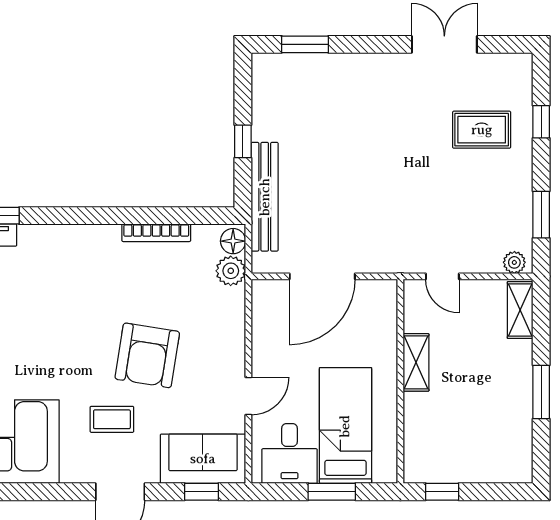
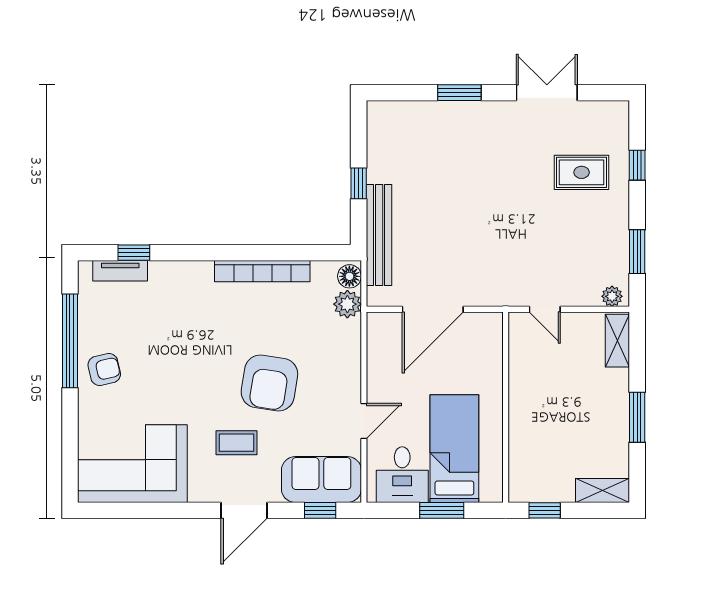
window: (305, 44) -> (459, 93), moved
bookcase: (156, 233) -> (262, 271), width x1.48, depth x1.31
shelving: (416, 362) -> (603, 491), moved, turned 90

